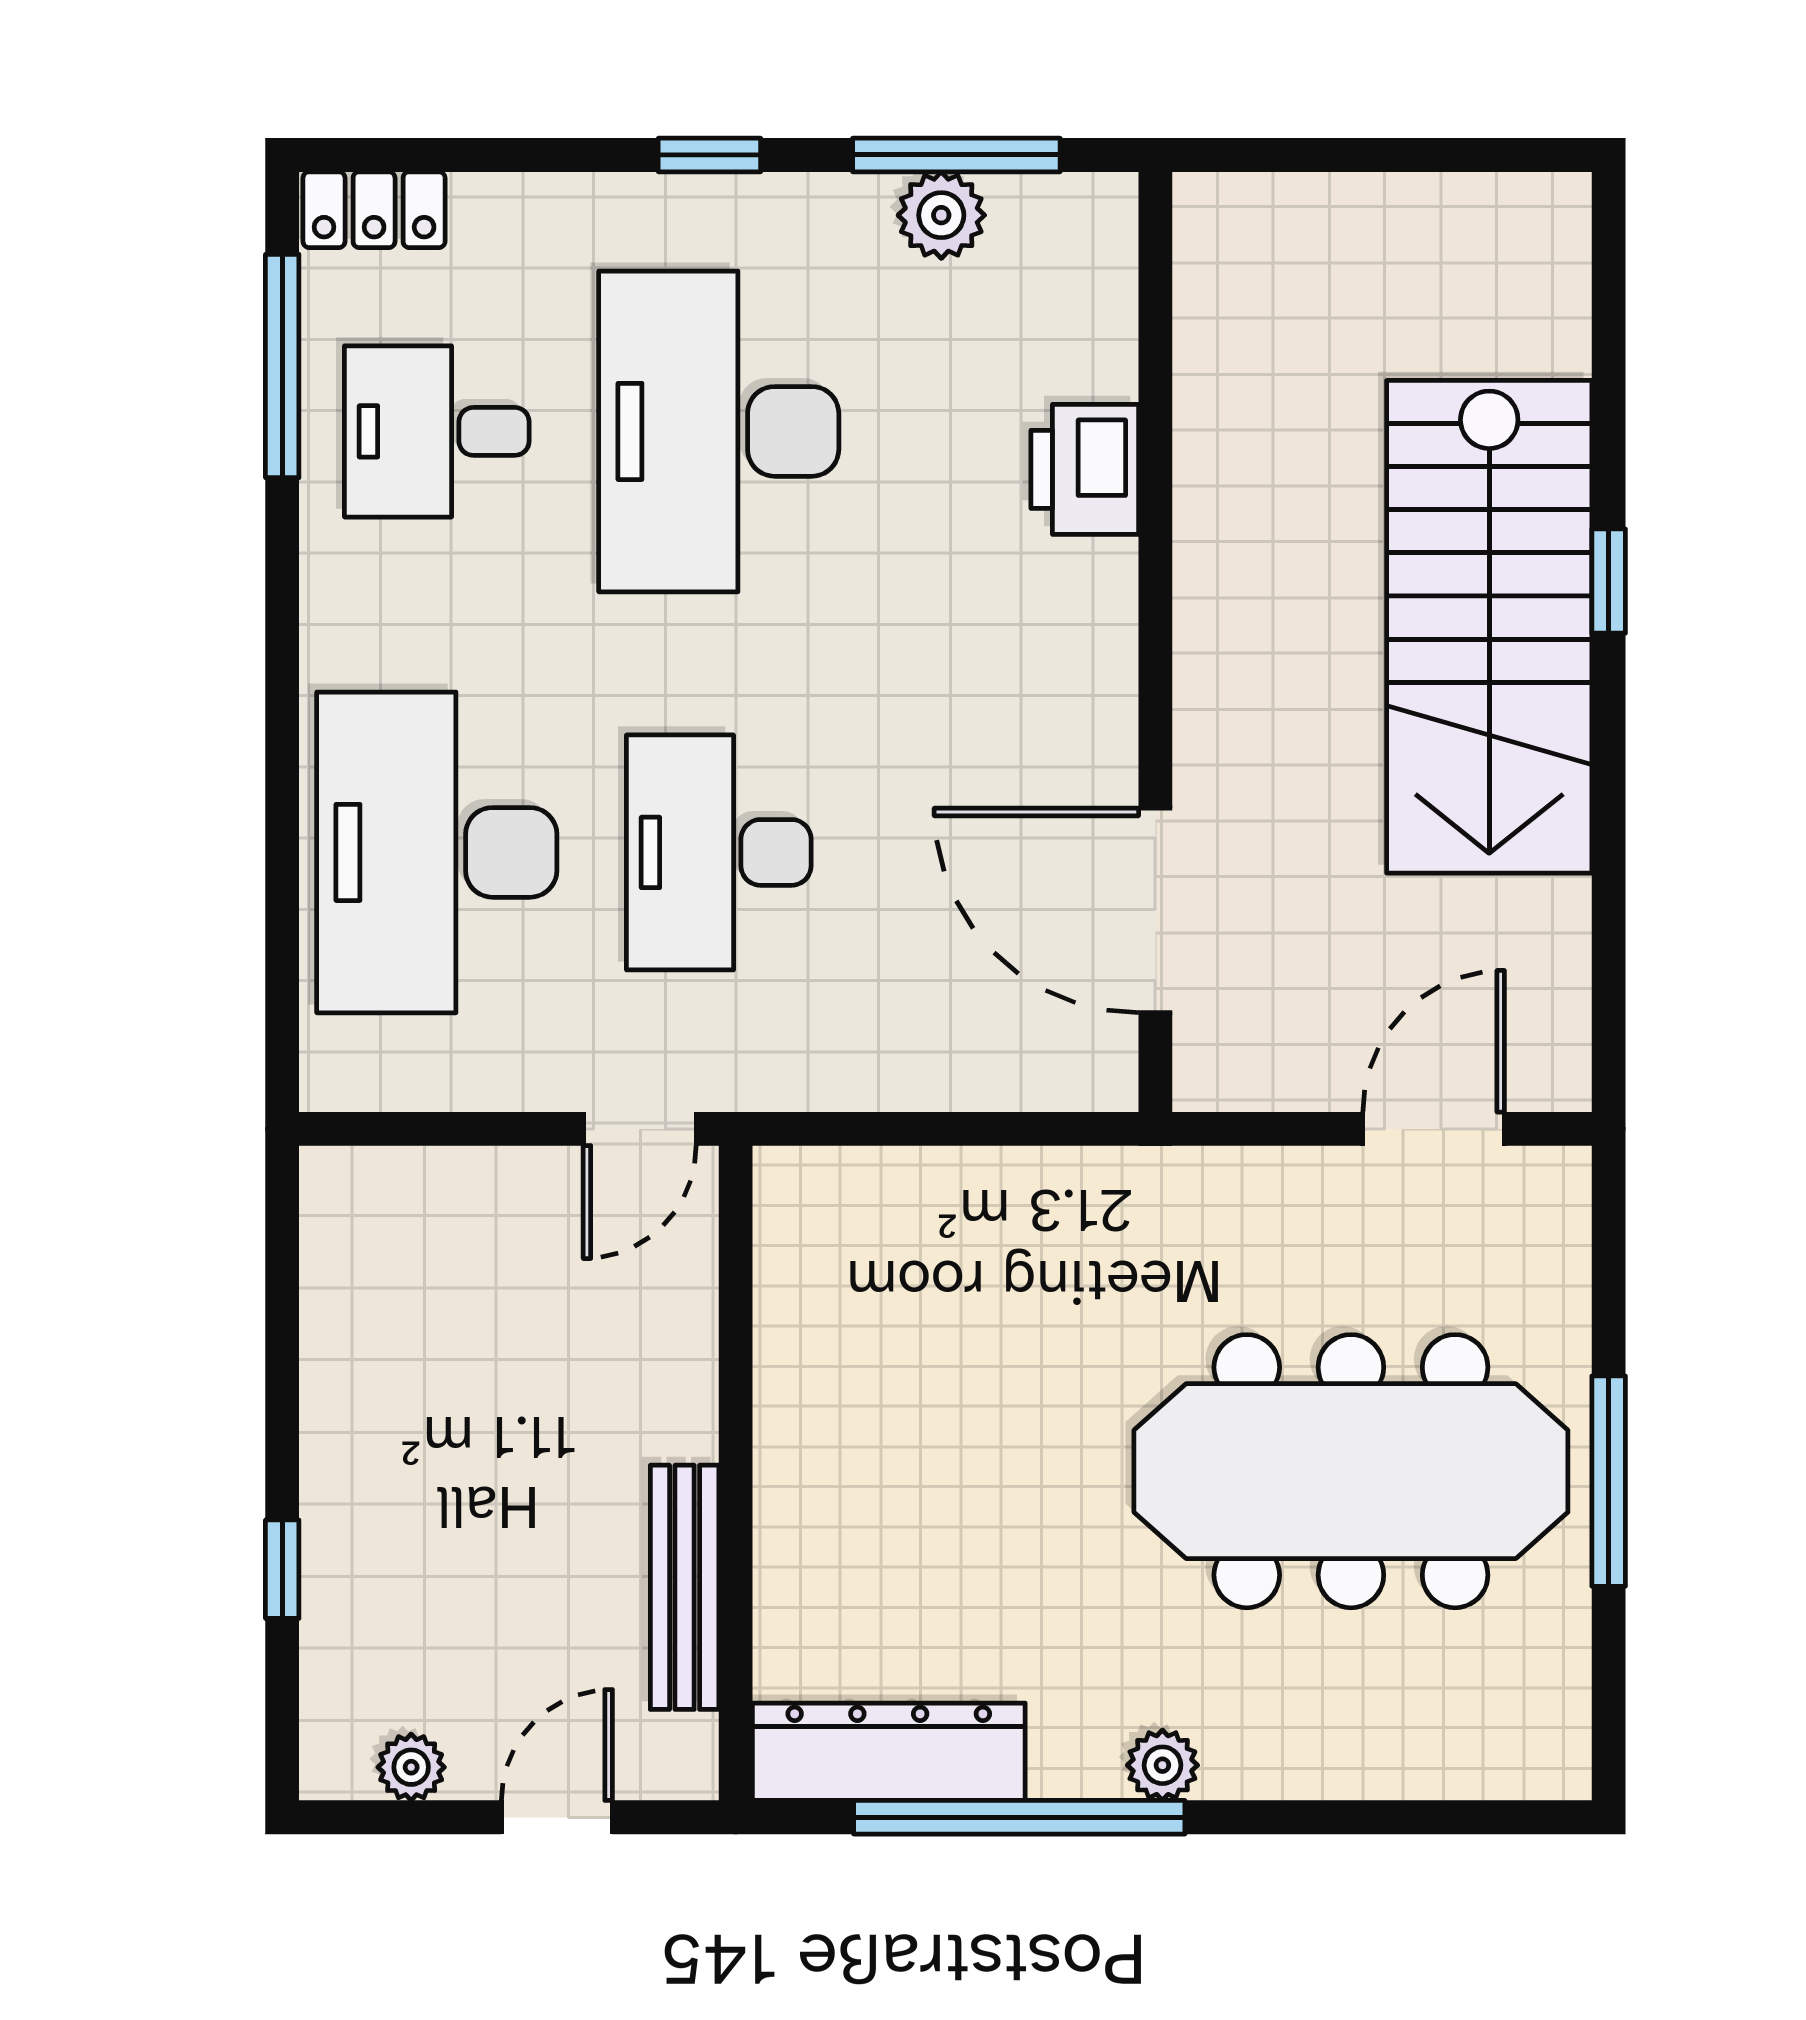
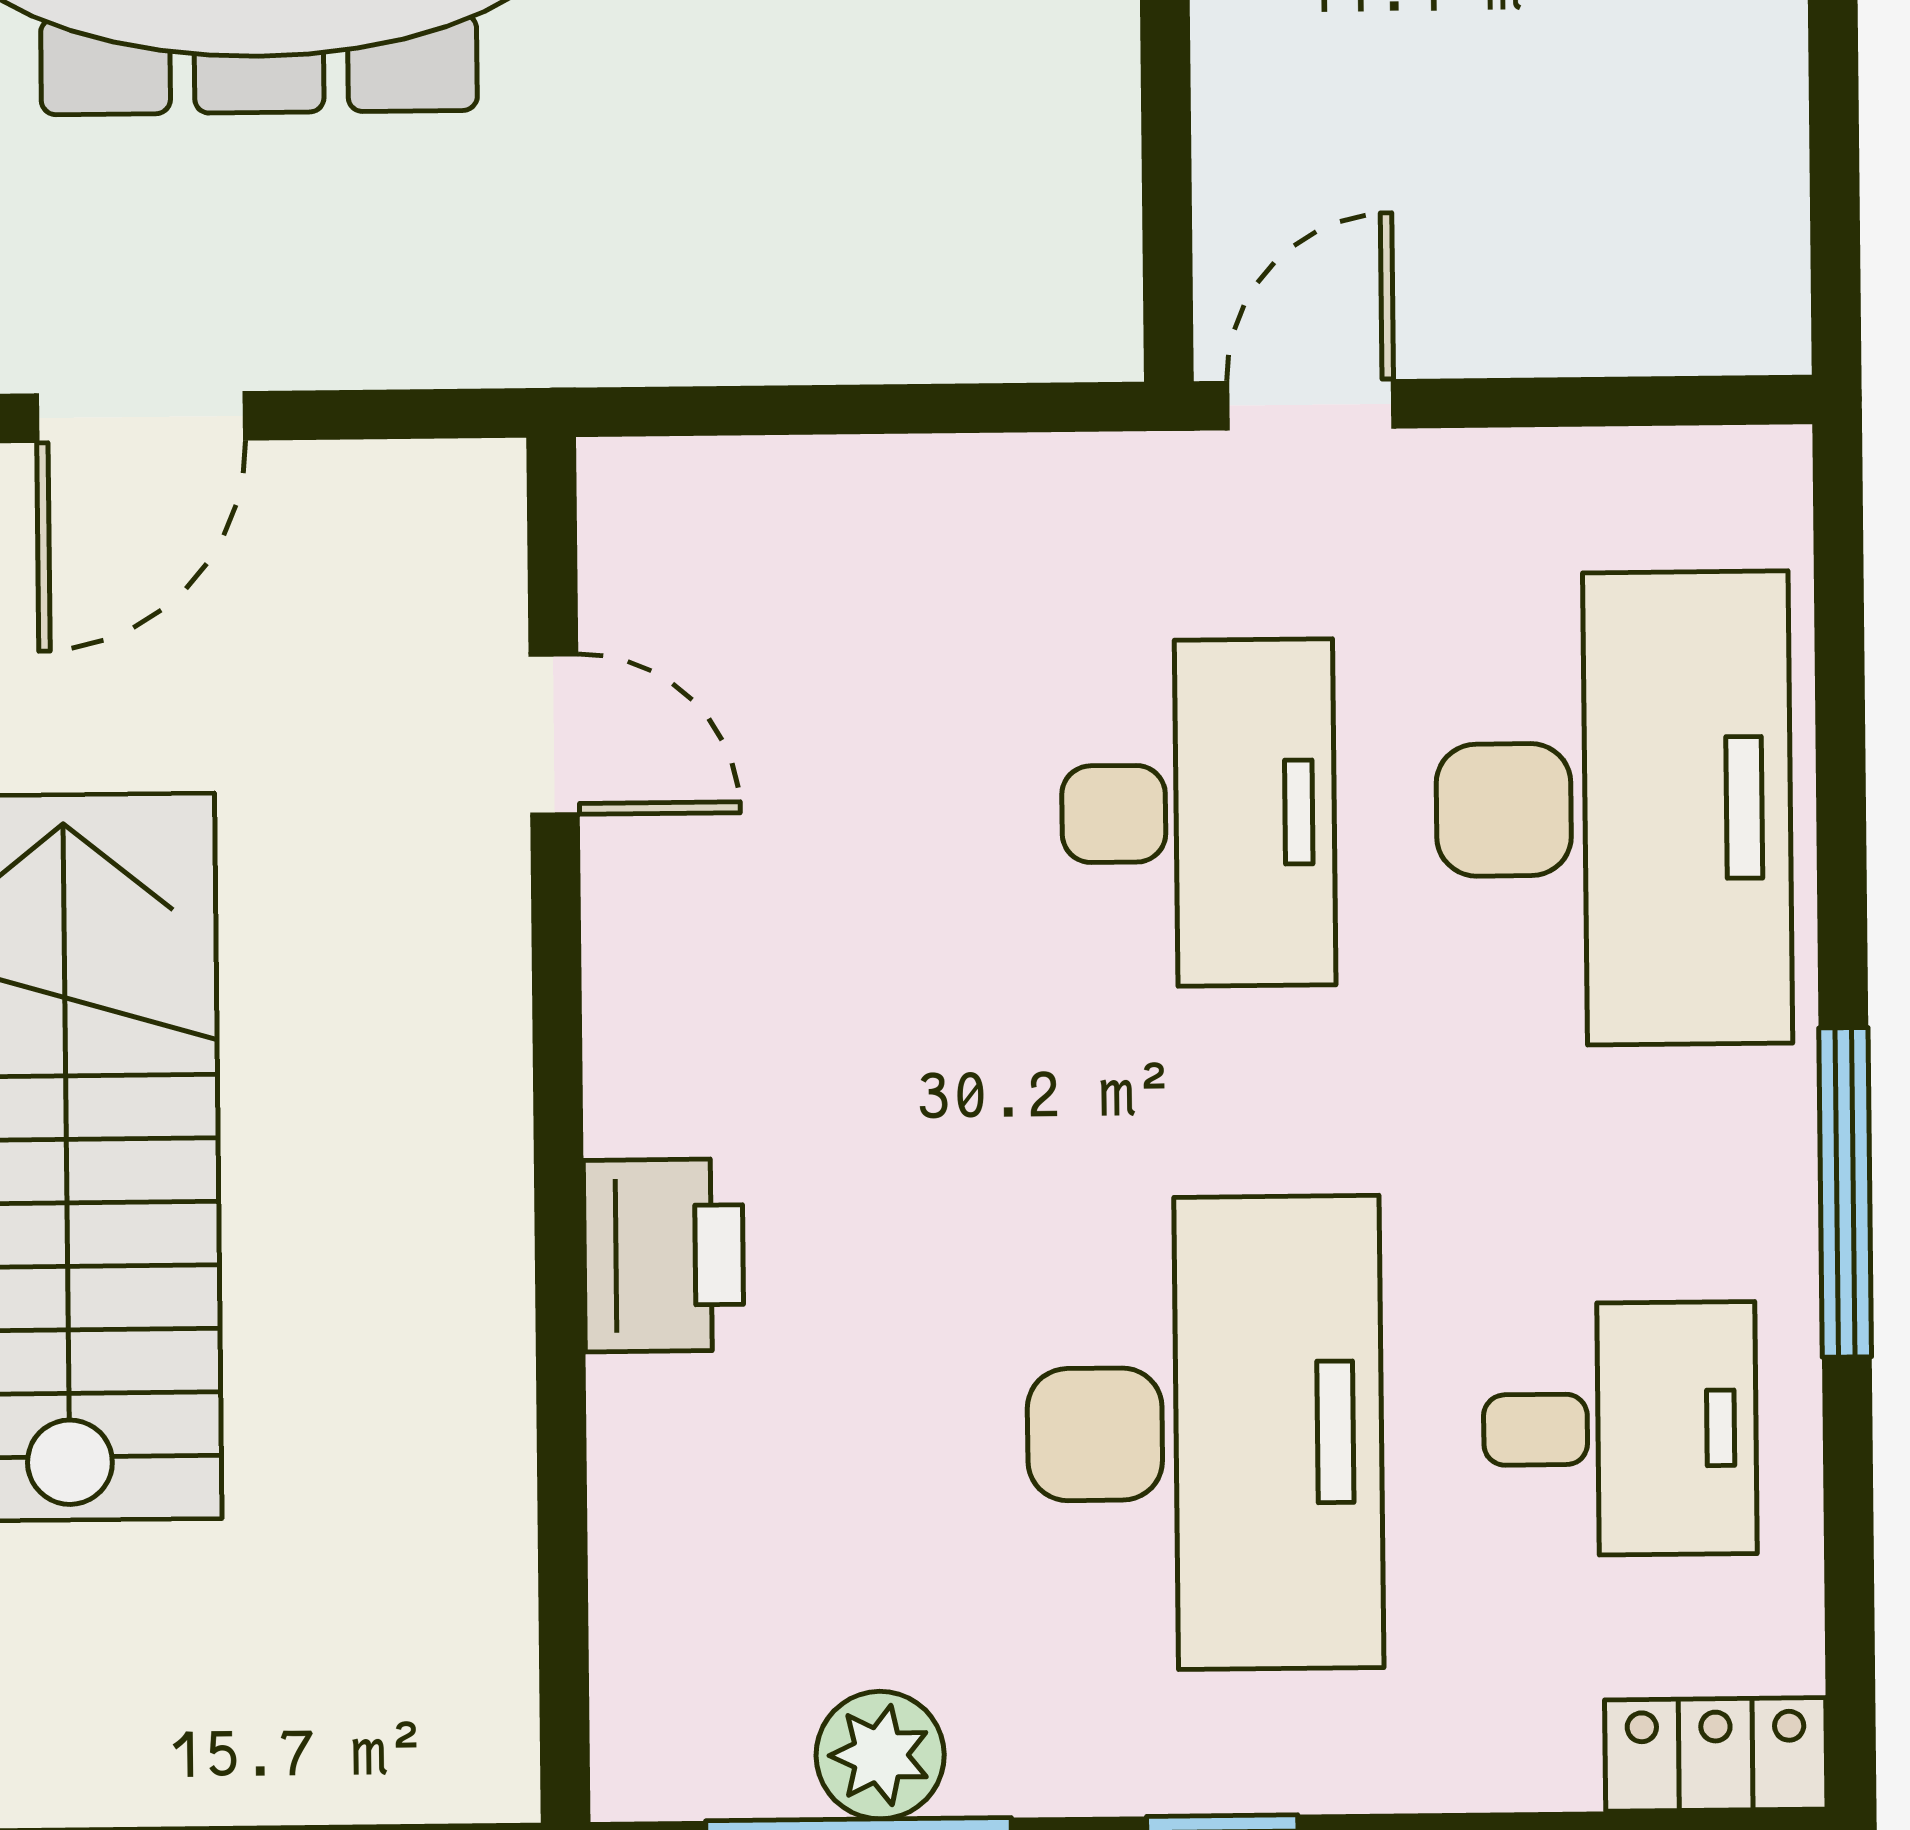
window: (282, 366) -> (1845, 1192), moved
printer: (1085, 469) -> (664, 1255), moved
door: (1155, 910) -> (554, 734), width x0.53

